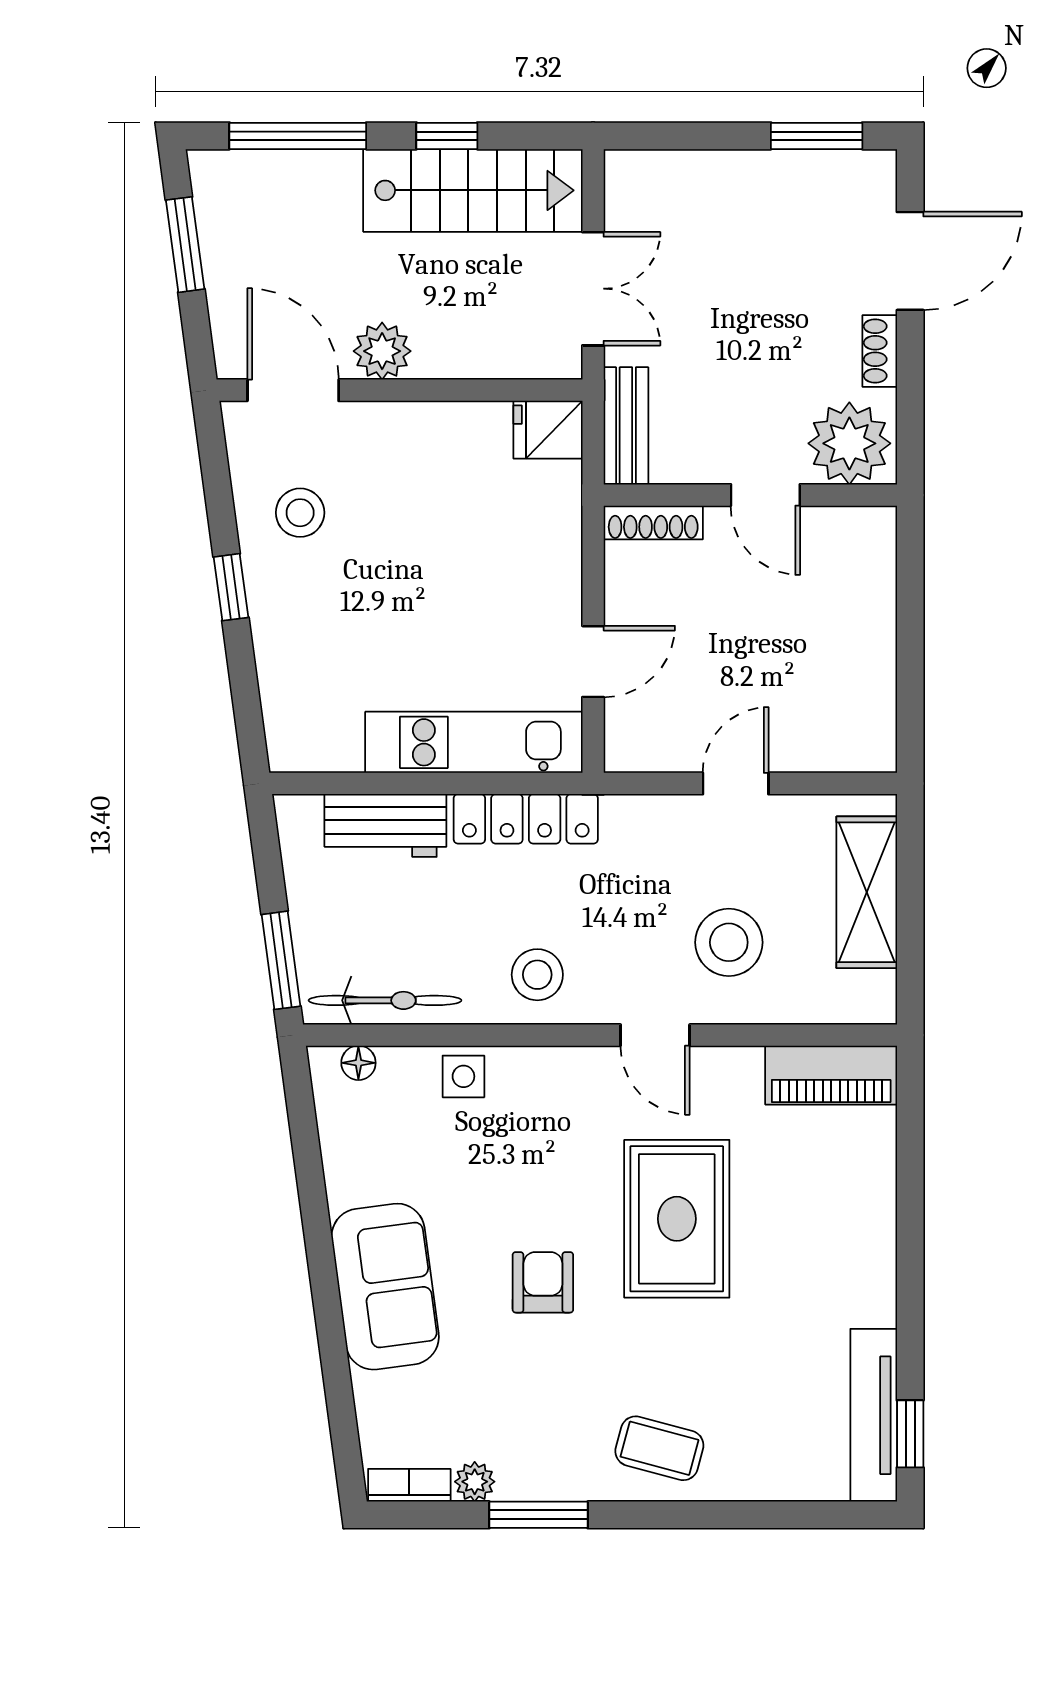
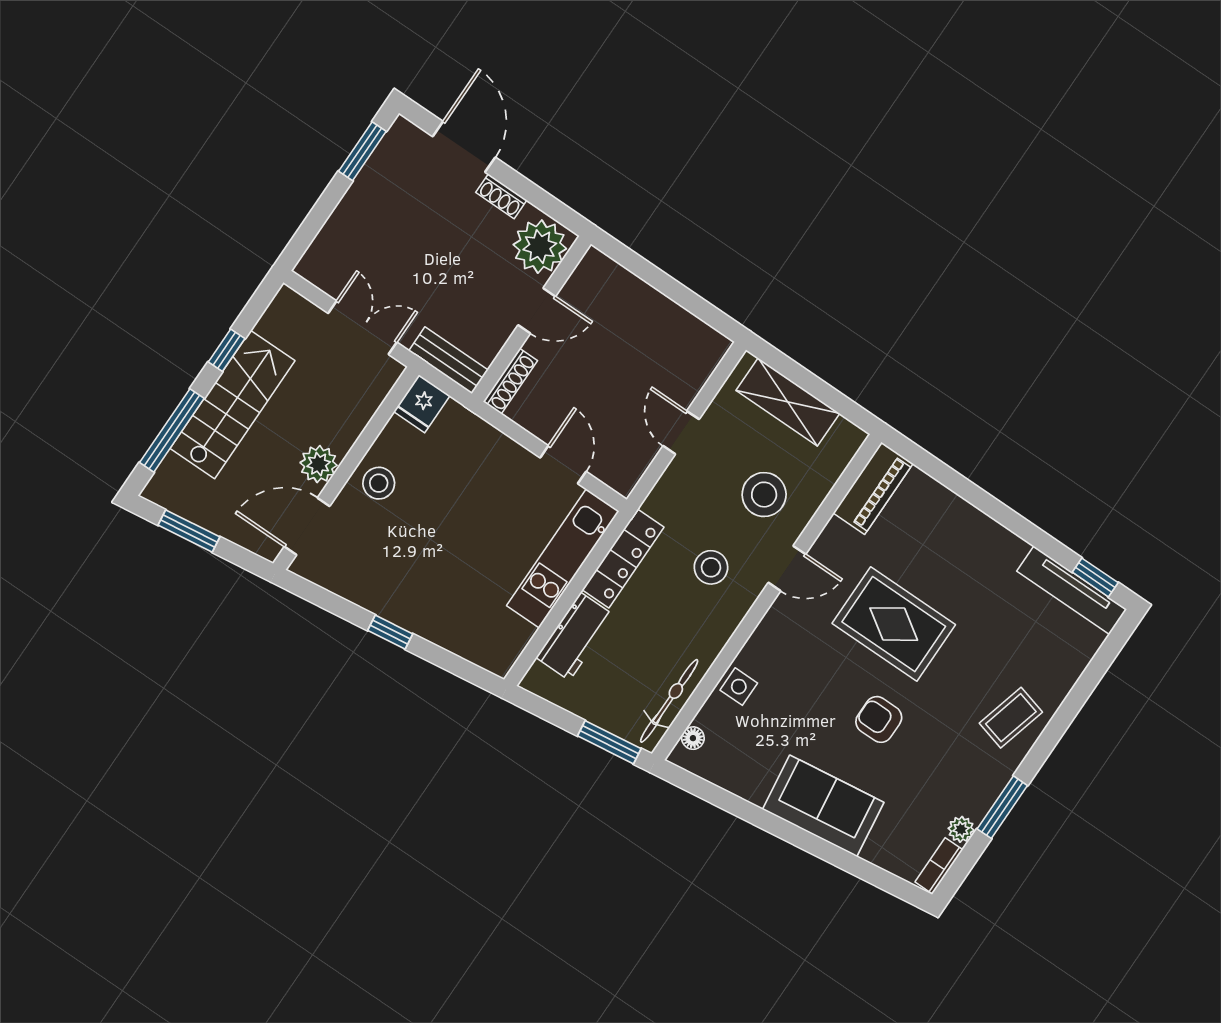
stairs: (473, 190) -> (233, 405), moved
stool: (300, 513) -> (379, 483), moved
stool: (537, 975) -> (711, 567), moved

